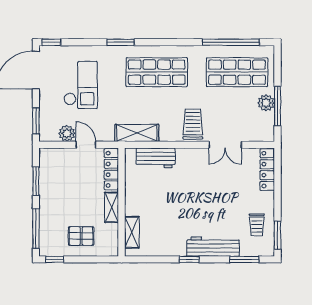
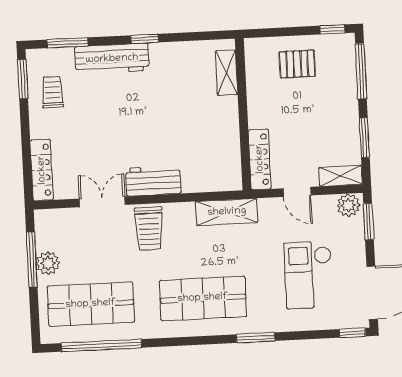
plant: (67, 133) -> (348, 205), moved
workbench: (156, 158) -> (153, 181), moved
shelving: (112, 207) -> (341, 176), moved, turned 90

